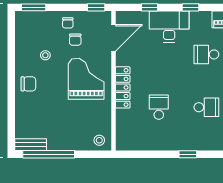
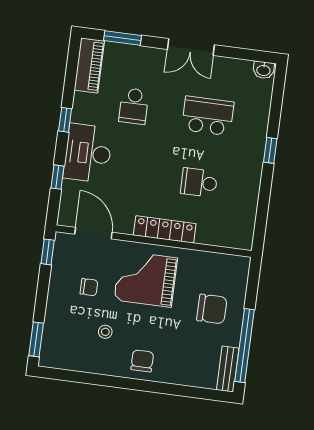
chair: (68, 23) -> (212, 309), moved, width x1.87, depth x1.87
school desk: (206, 107) -> (208, 116), width x1.85
stool: (99, 140) -> (234, 272), removed

